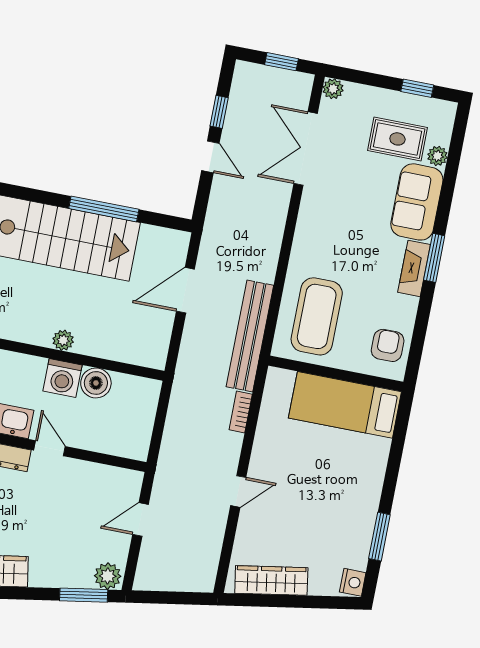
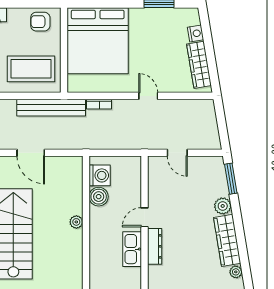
washing machine: (62, 378) -> (100, 175), moved
bed: (345, 405) -> (98, 41), width x2.04
plant: (108, 576) -> (223, 206), moved
nightstand: (353, 582) -> (196, 33), moved, turned 81

